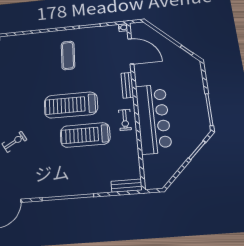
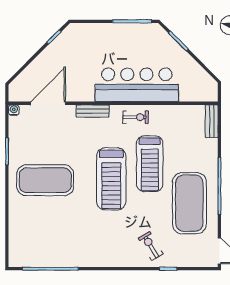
exercise mat: (68, 55) -> (45, 180), width x2.00, depth x1.45
exercise mat: (52, 172) -> (189, 203), added

